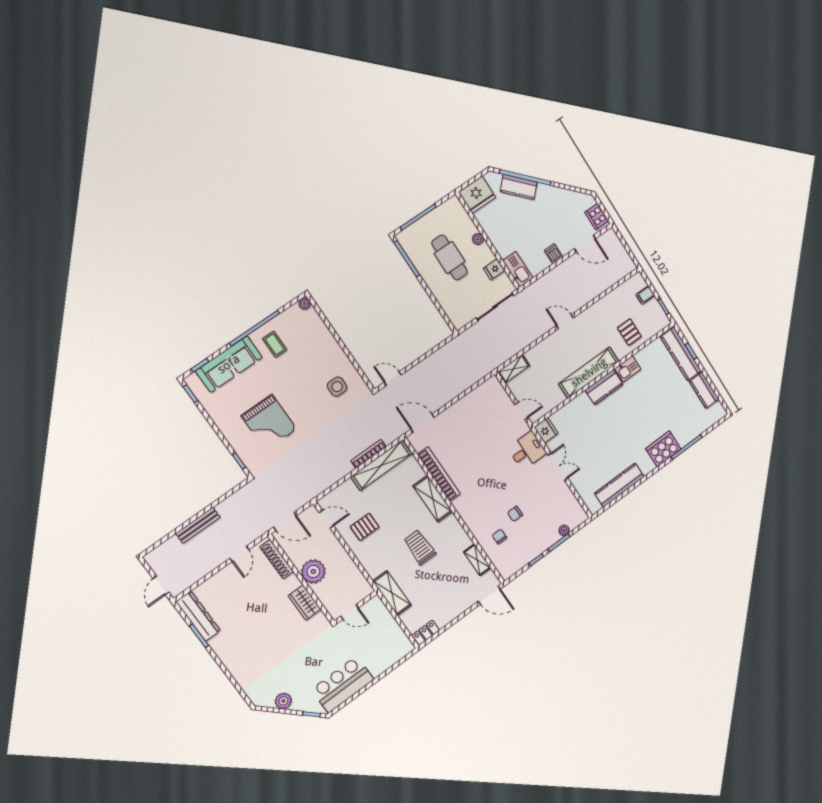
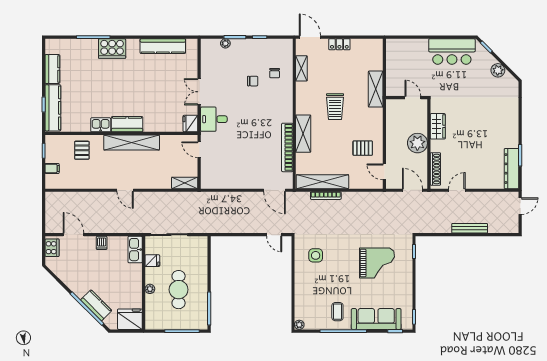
grand piano: (269, 423) -> (377, 263), turned 90
locker: (426, 633) -> (339, 44), moved

